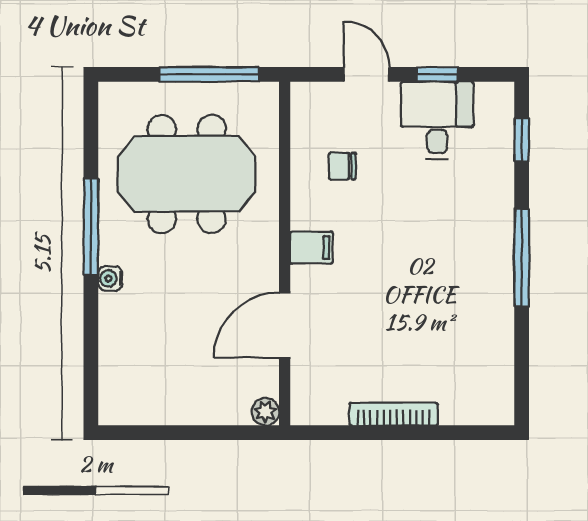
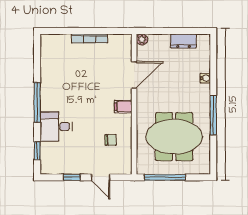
desk: (437, 120) -> (56, 126), moved, turned 90
water cooler: (110, 278) -> (205, 78), moved
dresser: (164, 408) -> (184, 41), added

